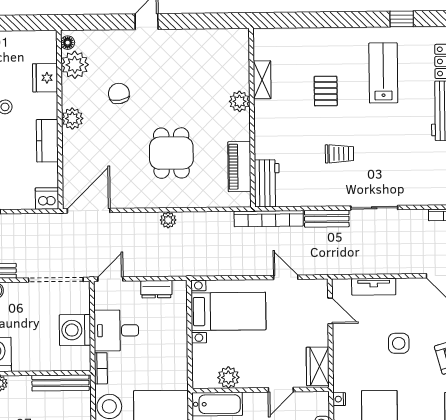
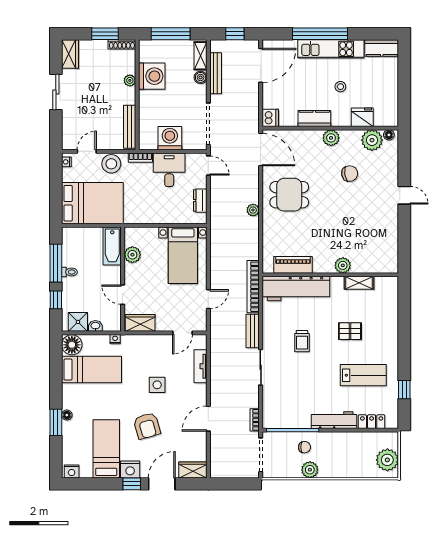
dining table: (171, 153) -> (289, 195), moved
workbench: (267, 183) -> (296, 289), width x1.87, depth x1.32

